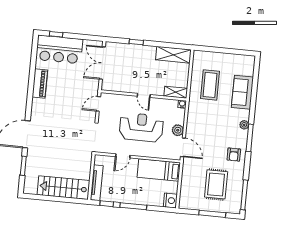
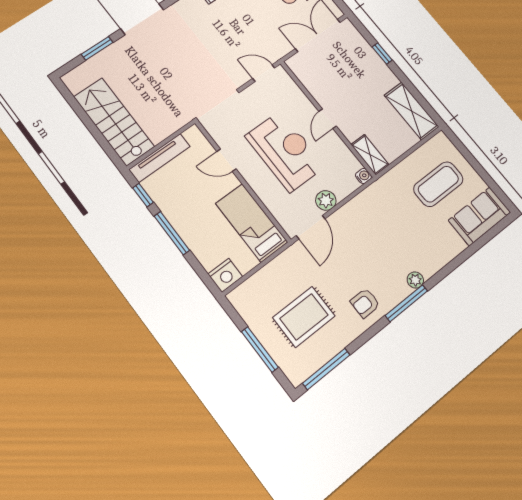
coffee table: (210, 85) -> (438, 184), moved
sofa: (242, 92) -> (480, 216), moved

